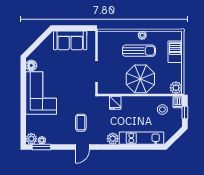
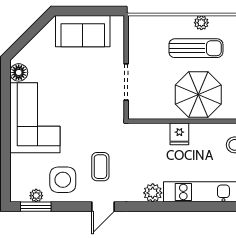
fridge: (115, 103) -> (179, 134), moved
side table: (58, 131) -> (63, 180), added
plant: (31, 139) -> (19, 193), removed

